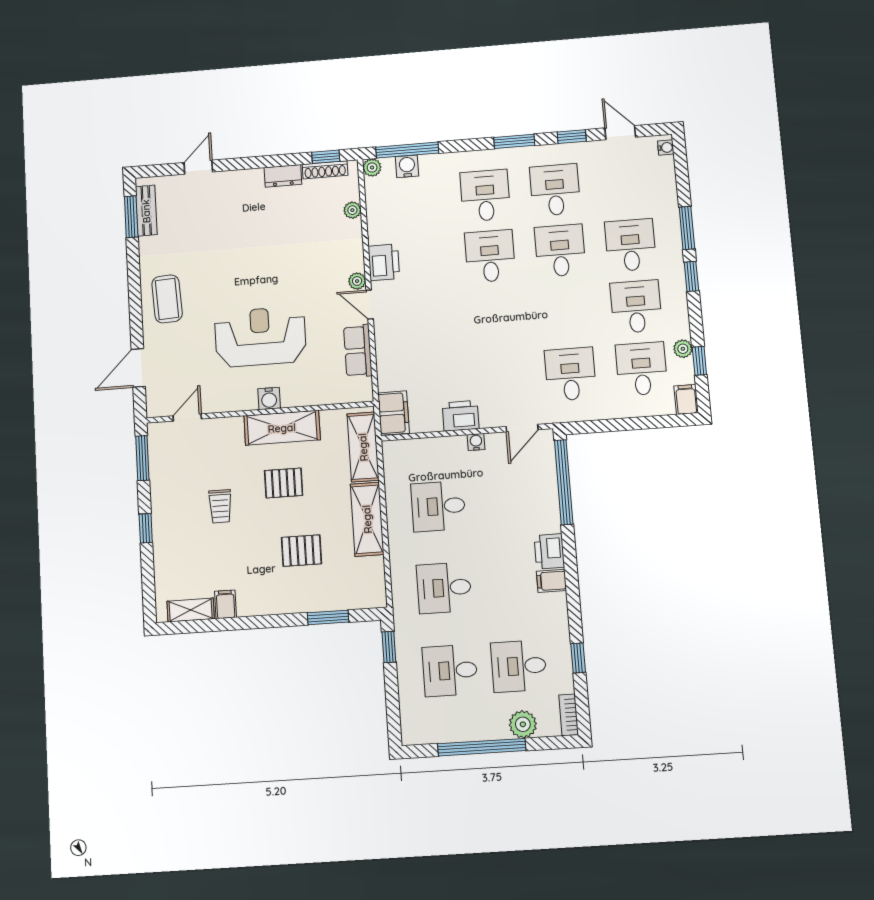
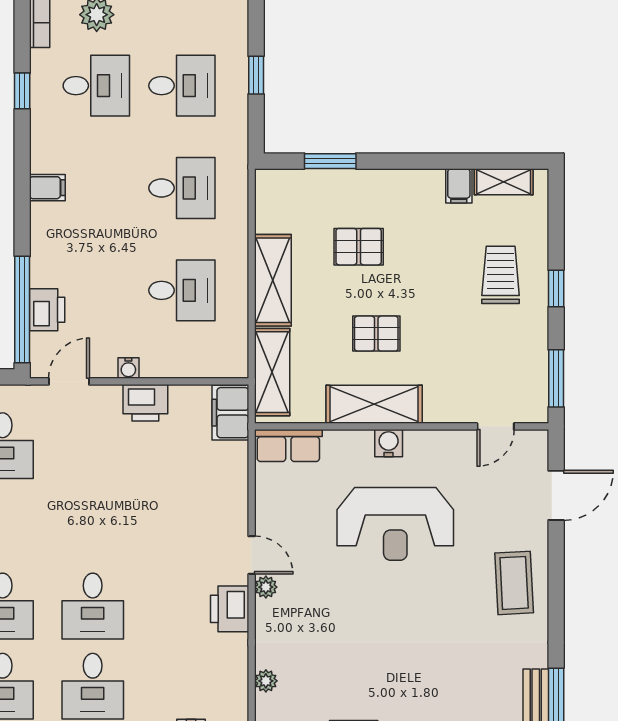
row of seats: (358, 351) -> (288, 446), moved, turned 90
trolley: (220, 506) -> (501, 275), moved, width x1.36, depth x1.39
printer: (549, 551) -> (47, 310), moved
window: (389, 647) -> (256, 75), moved

